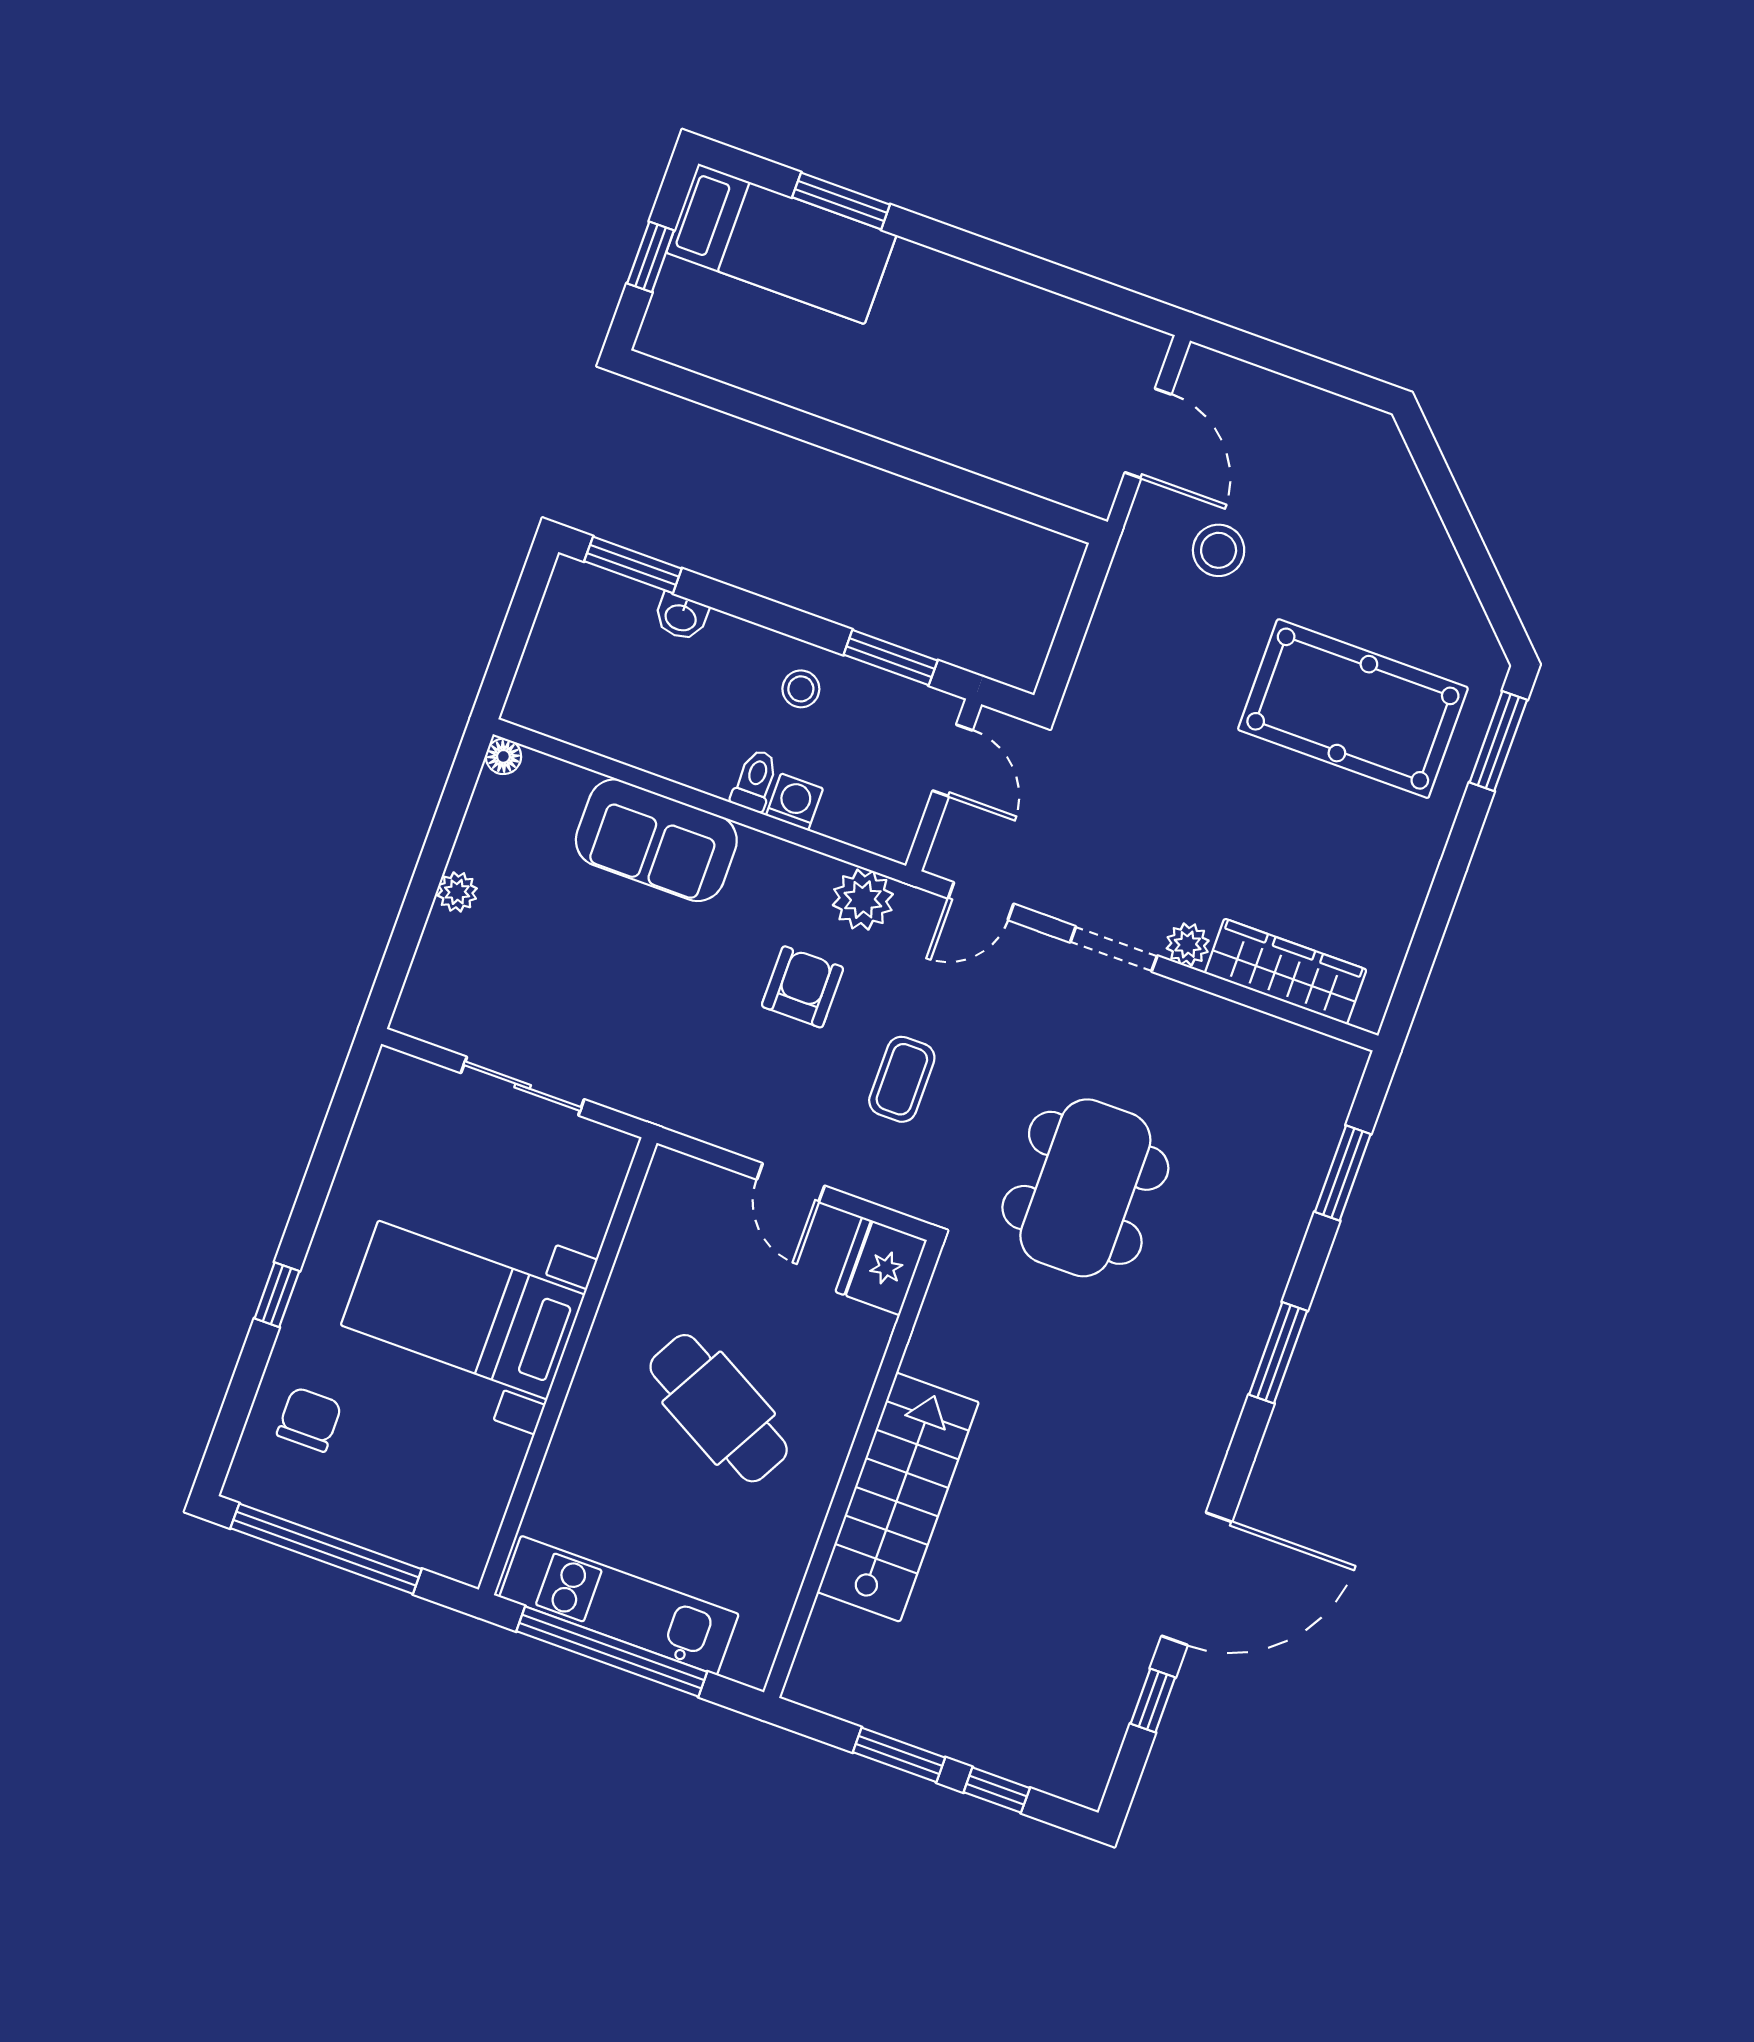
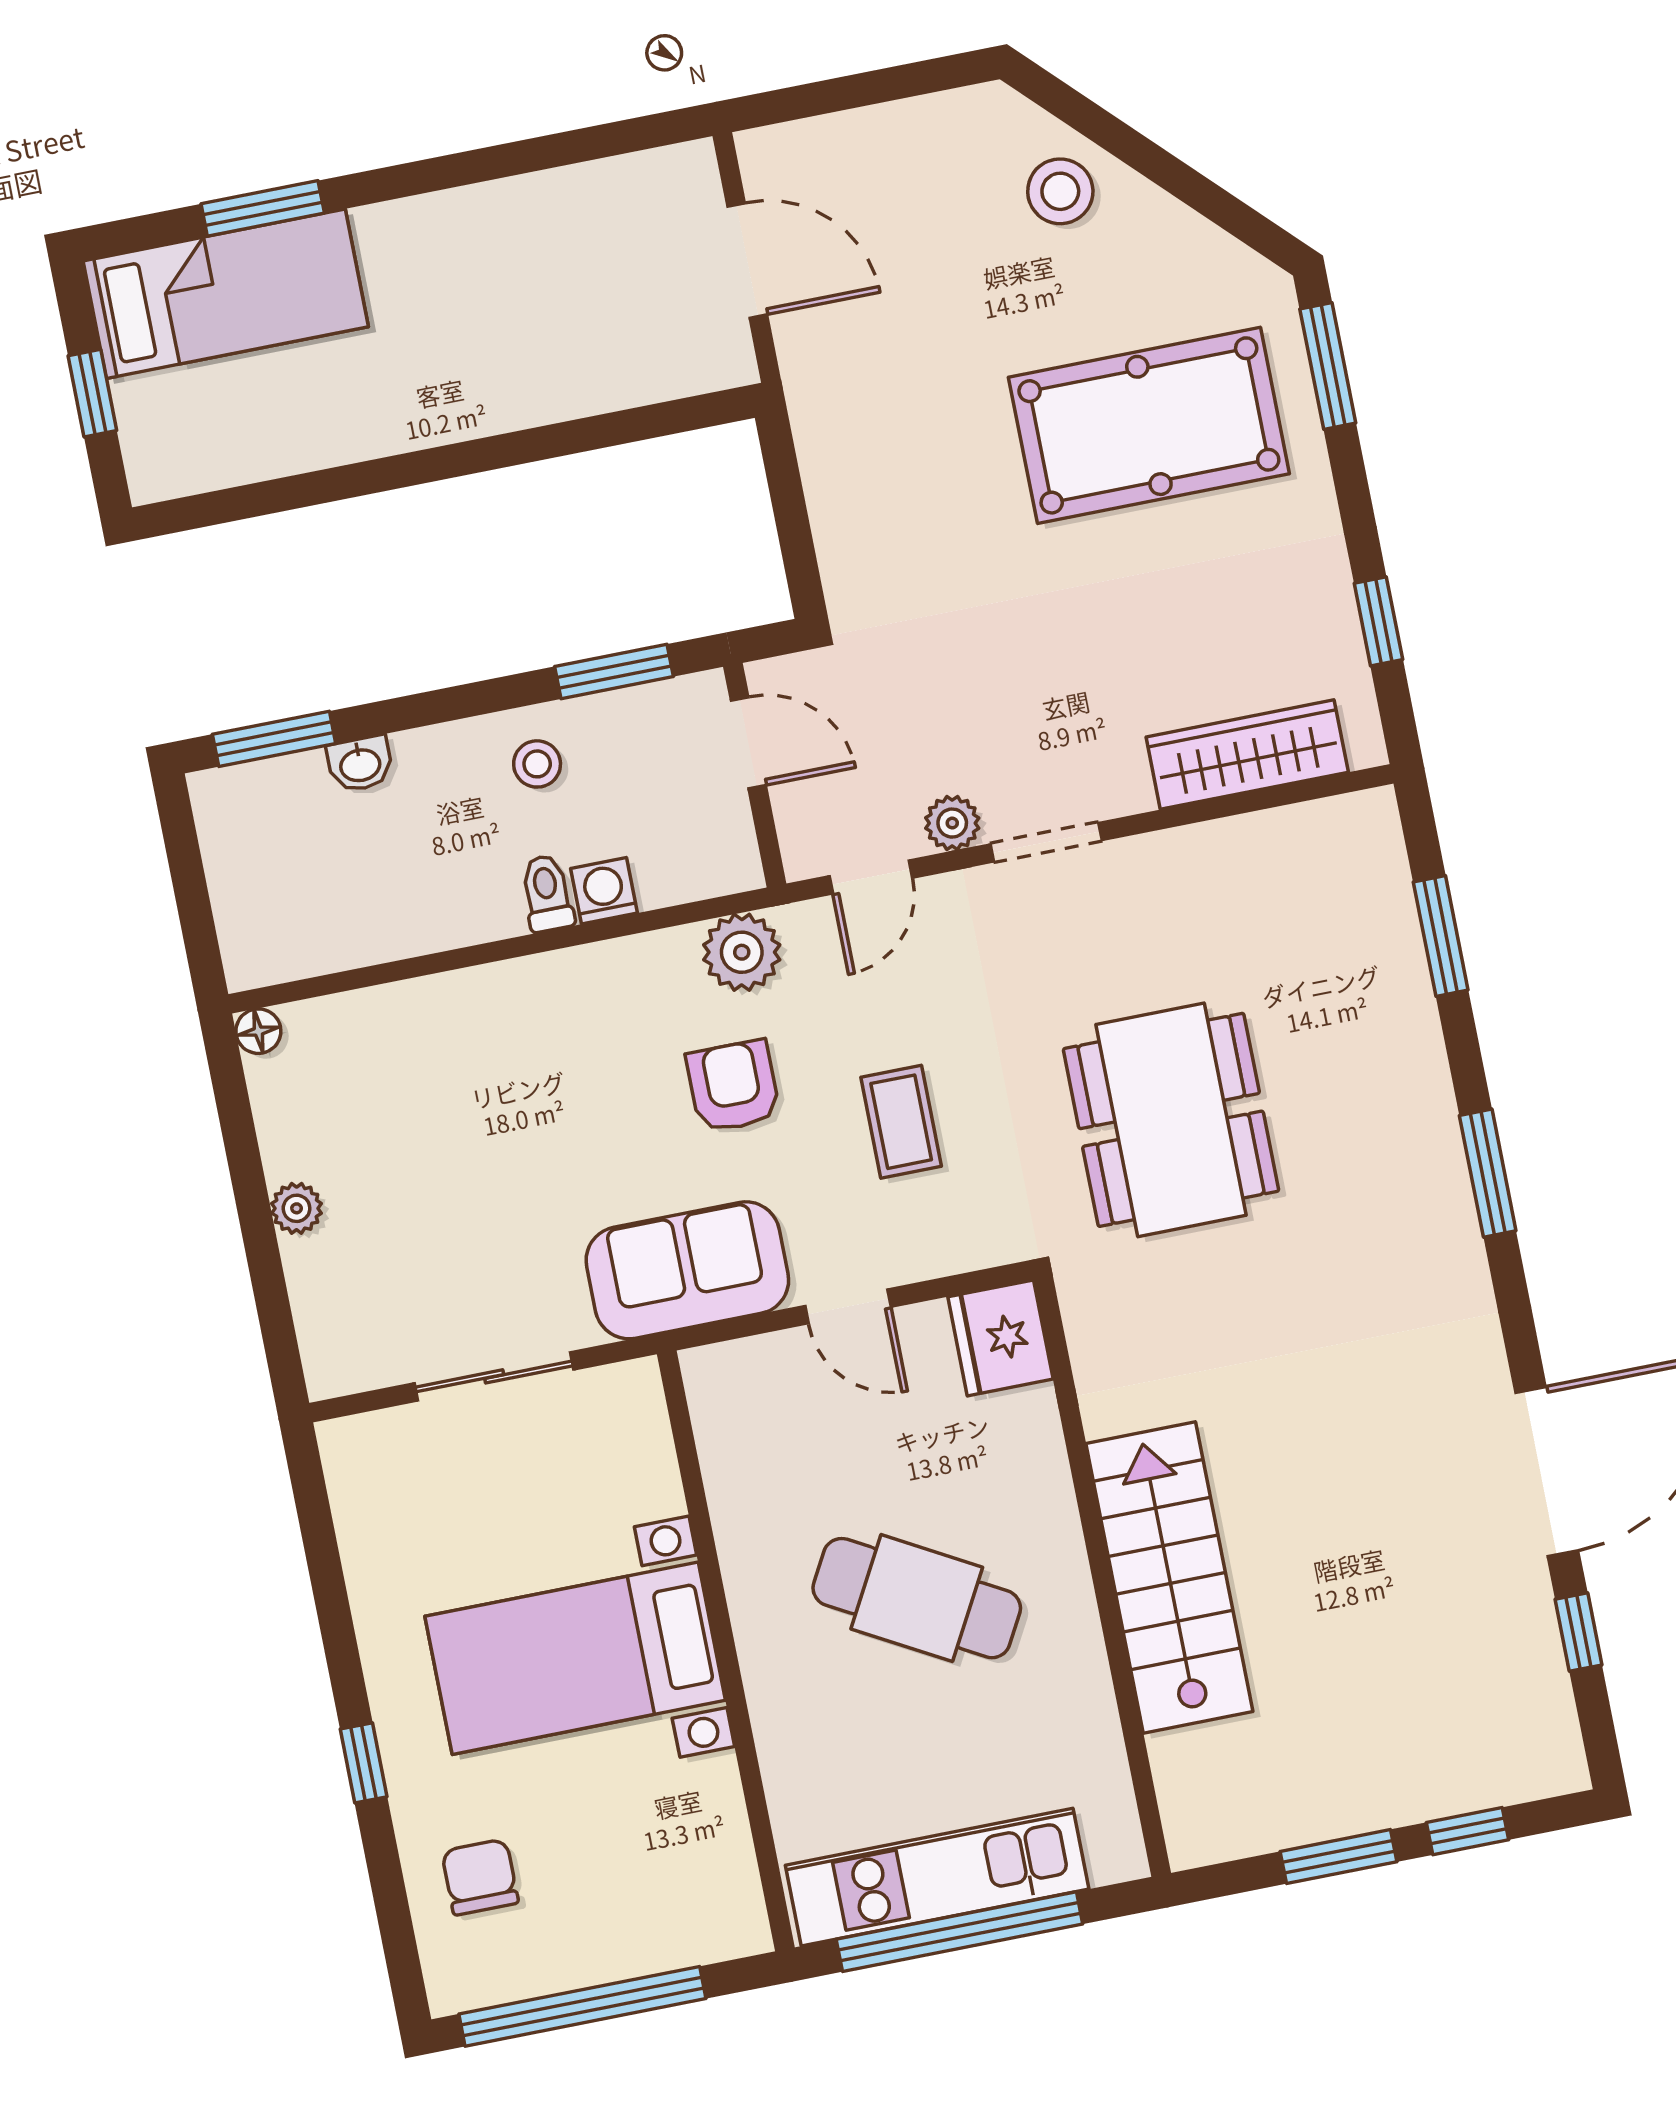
stool: (1219, 550) -> (1060, 191), moved
sofa: (656, 840) -> (687, 1270), moved, turned 180
window: (1429, 935) -> (1378, 621), added
plant: (1188, 944) -> (952, 823), moved

